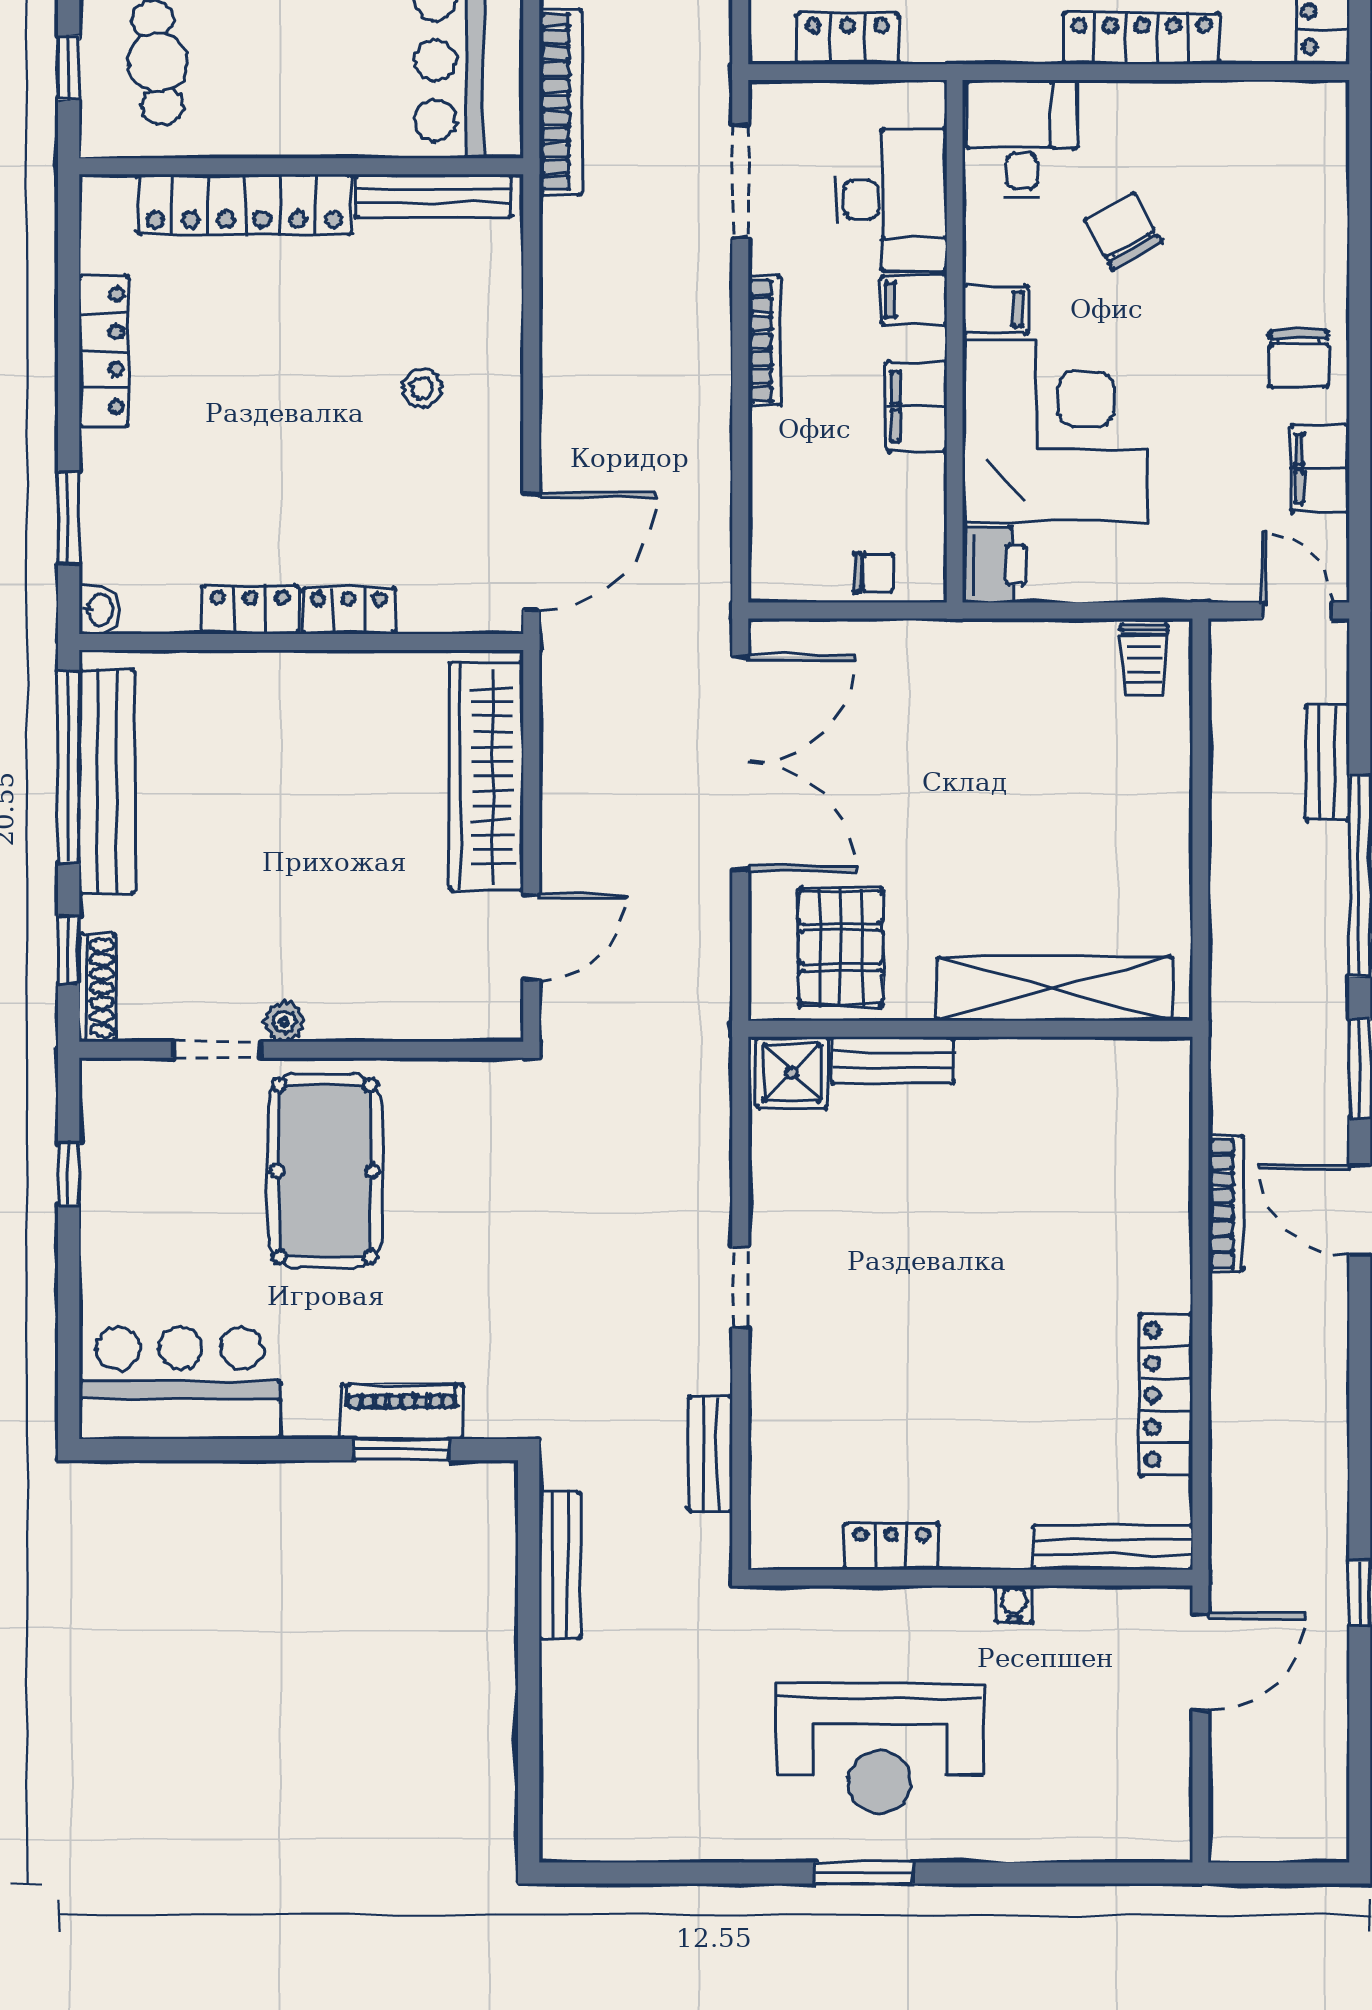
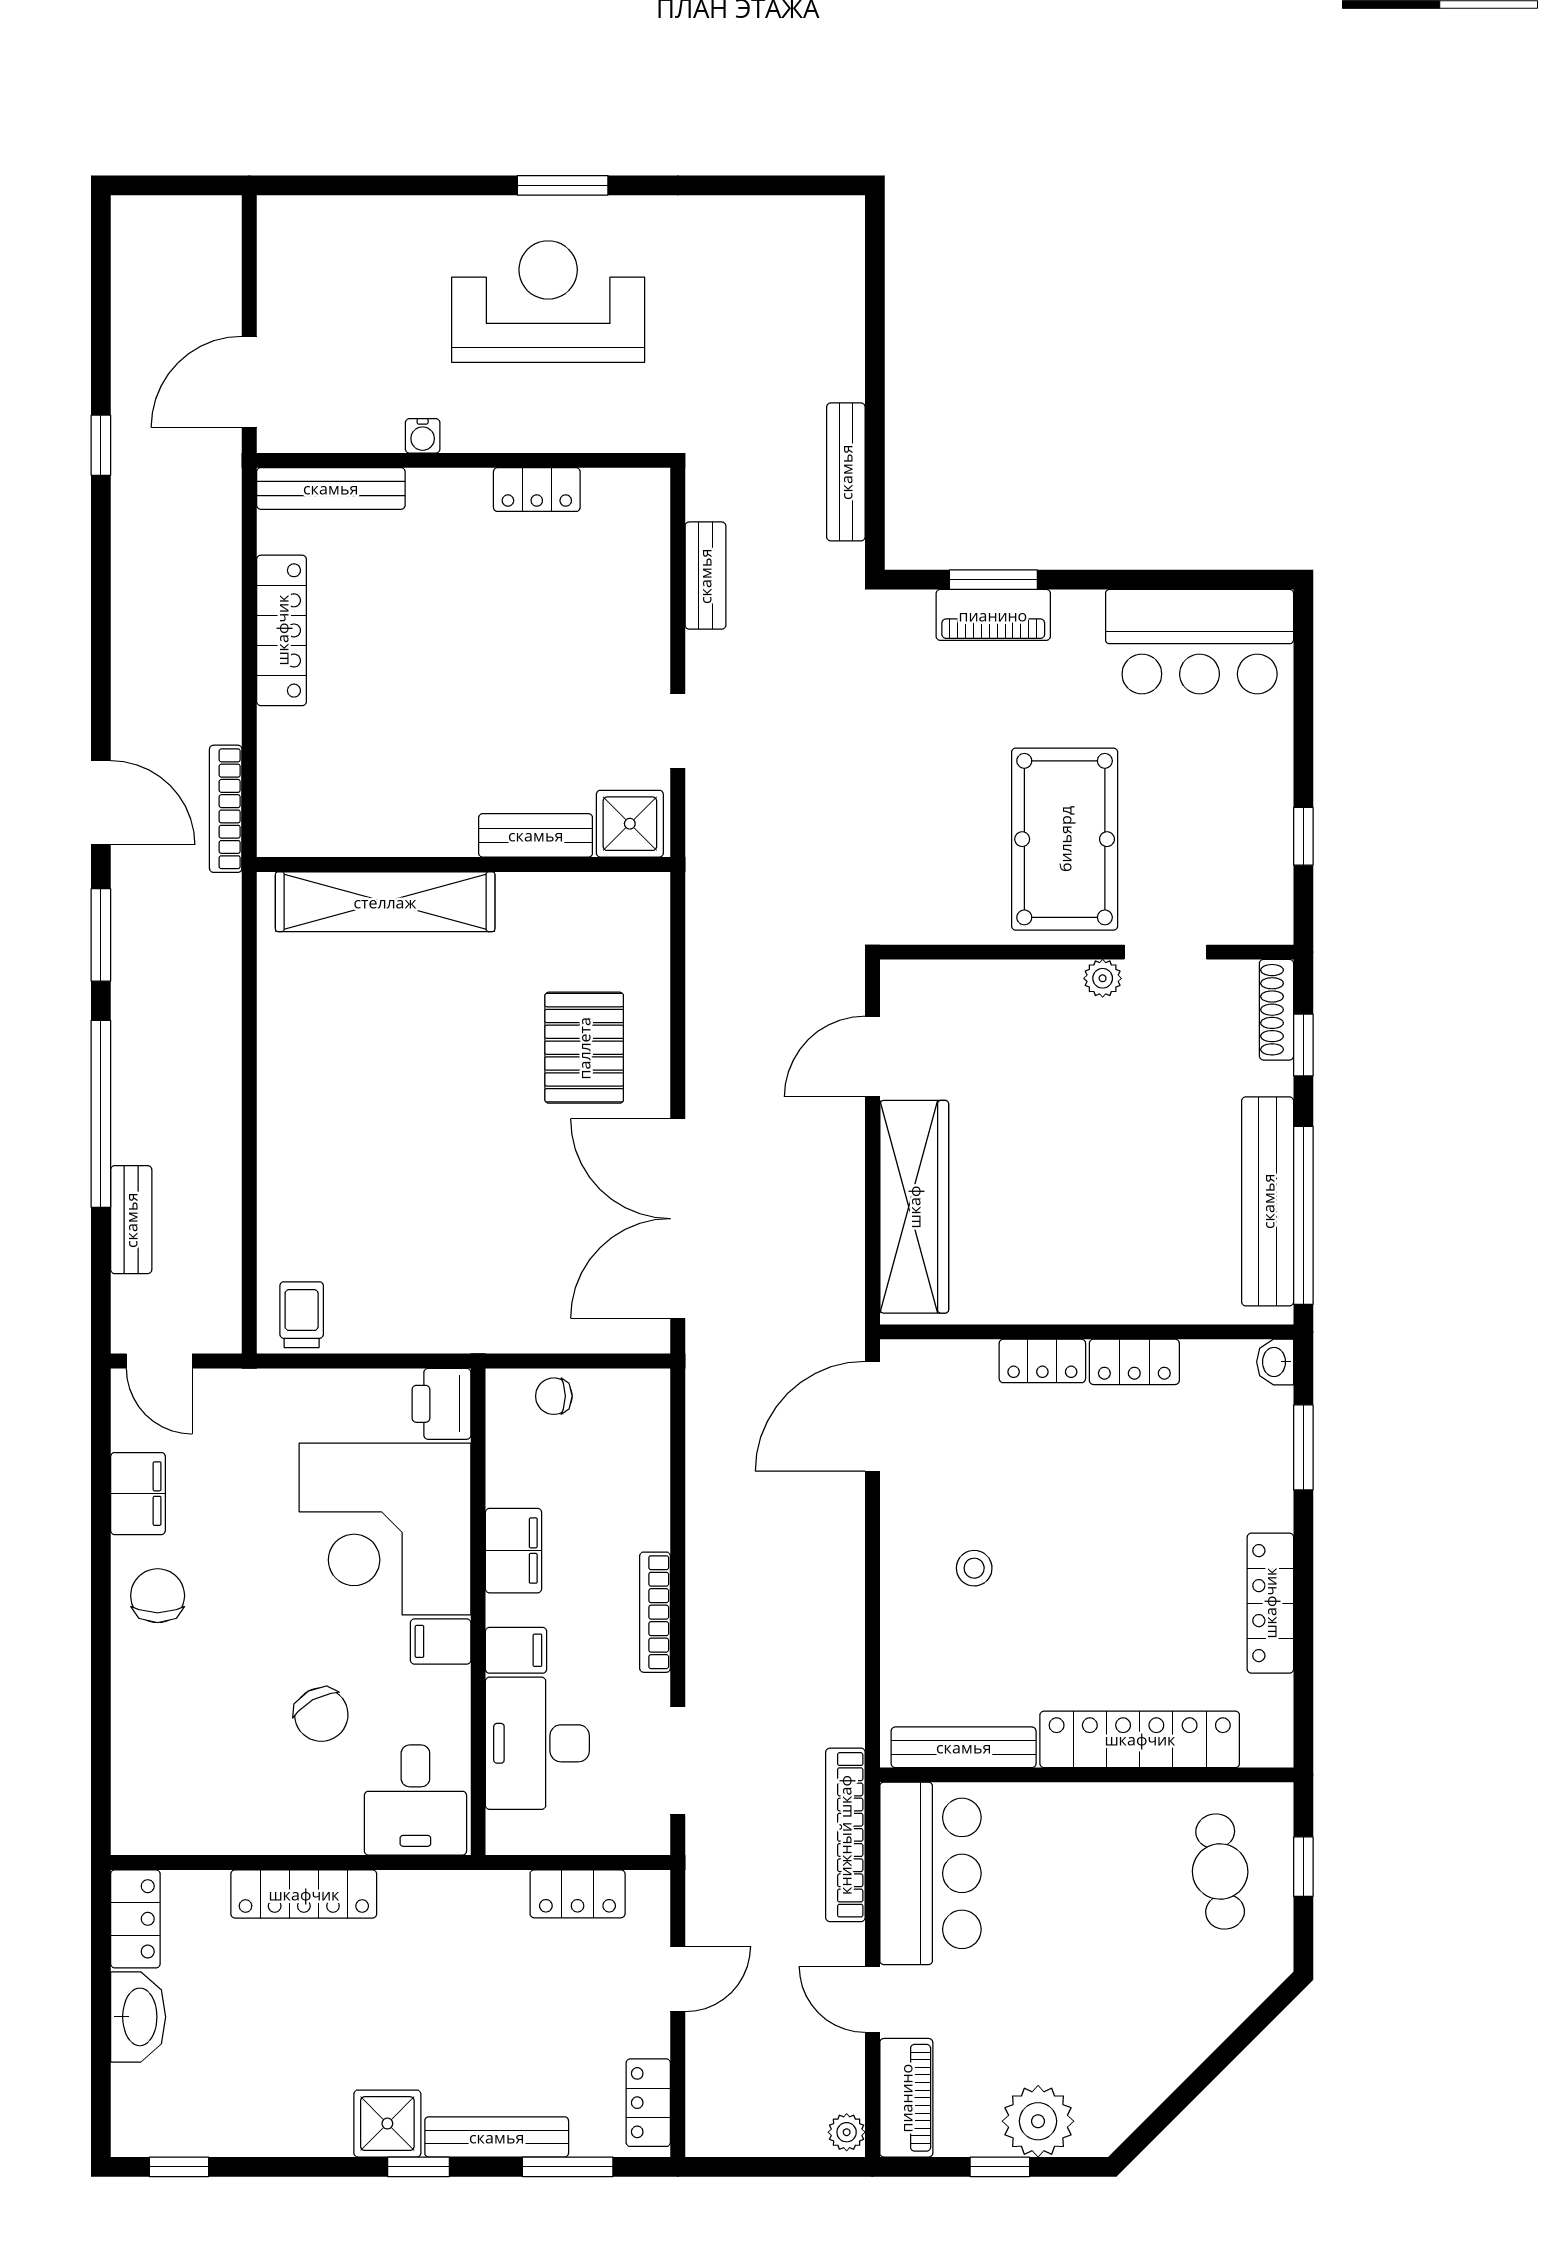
shelving: (1054, 989) -> (385, 902), moved
wall: (970, 1029) -> (464, 864), moved
bench: (893, 1060) -> (536, 835), moved
shower: (792, 1073) -> (630, 824), moved

